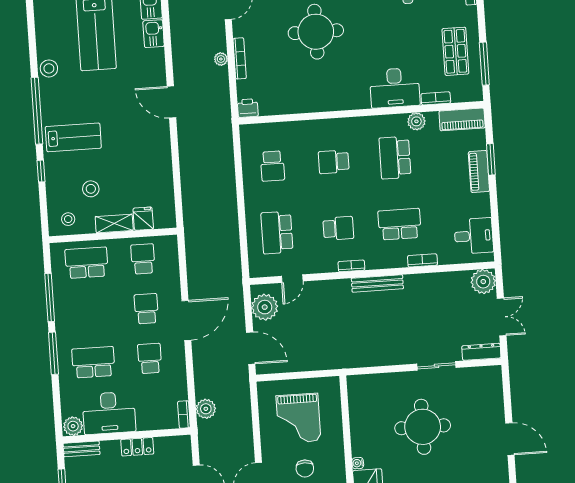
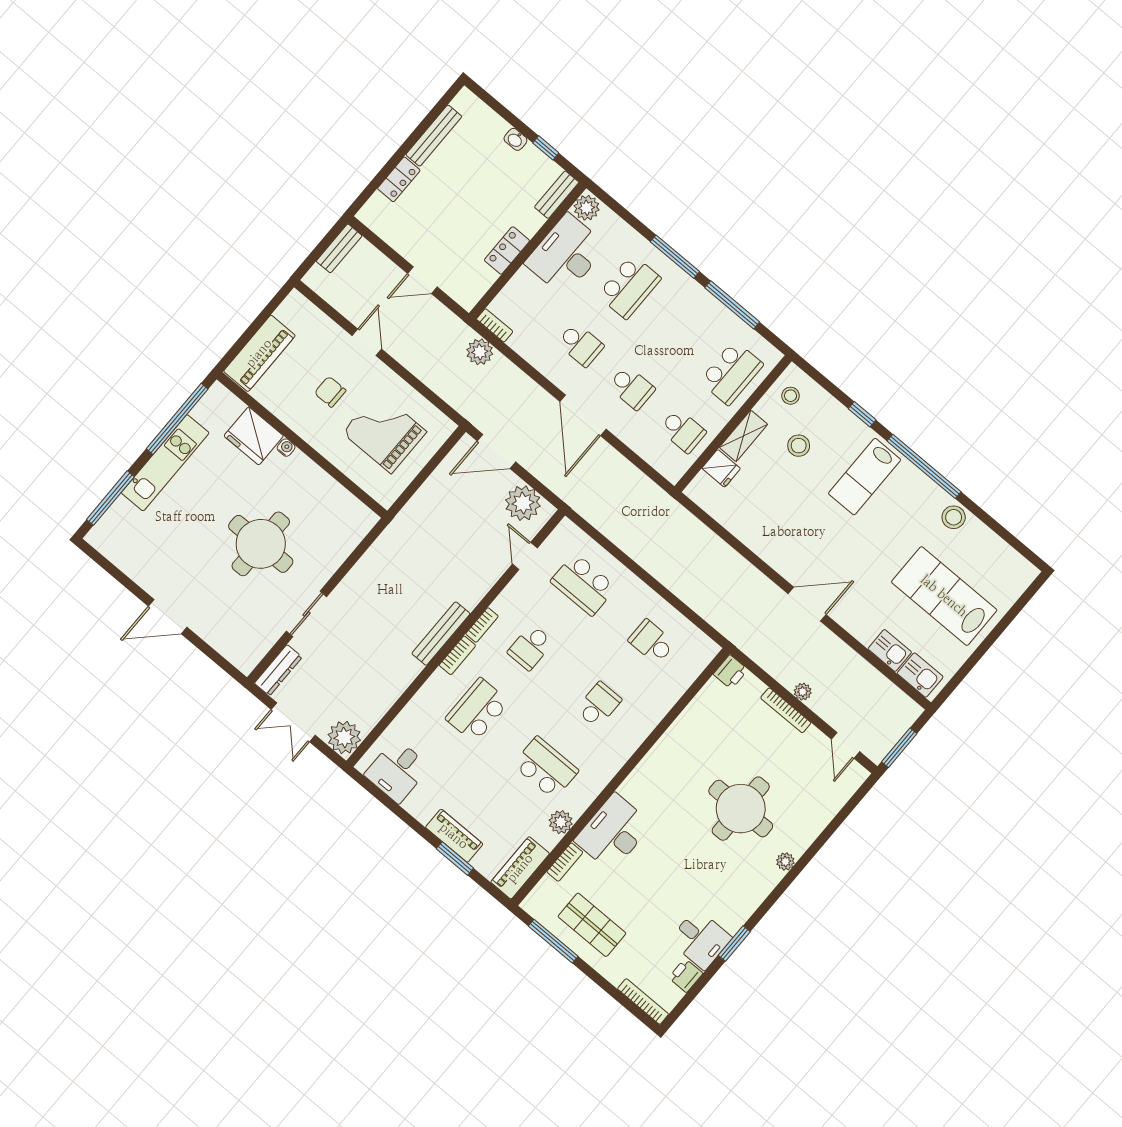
school desk: (400, 224) -> (477, 710), turned 180
school desk: (277, 233) -> (583, 584), turned 180
bookcase: (422, 260) -> (457, 655), moved

